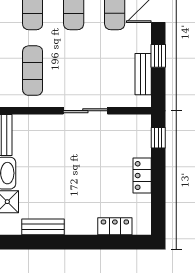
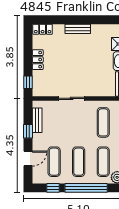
locker: (115, 226) -> (43, 29), moved
bench: (43, 227) -> (78, 29), moved

